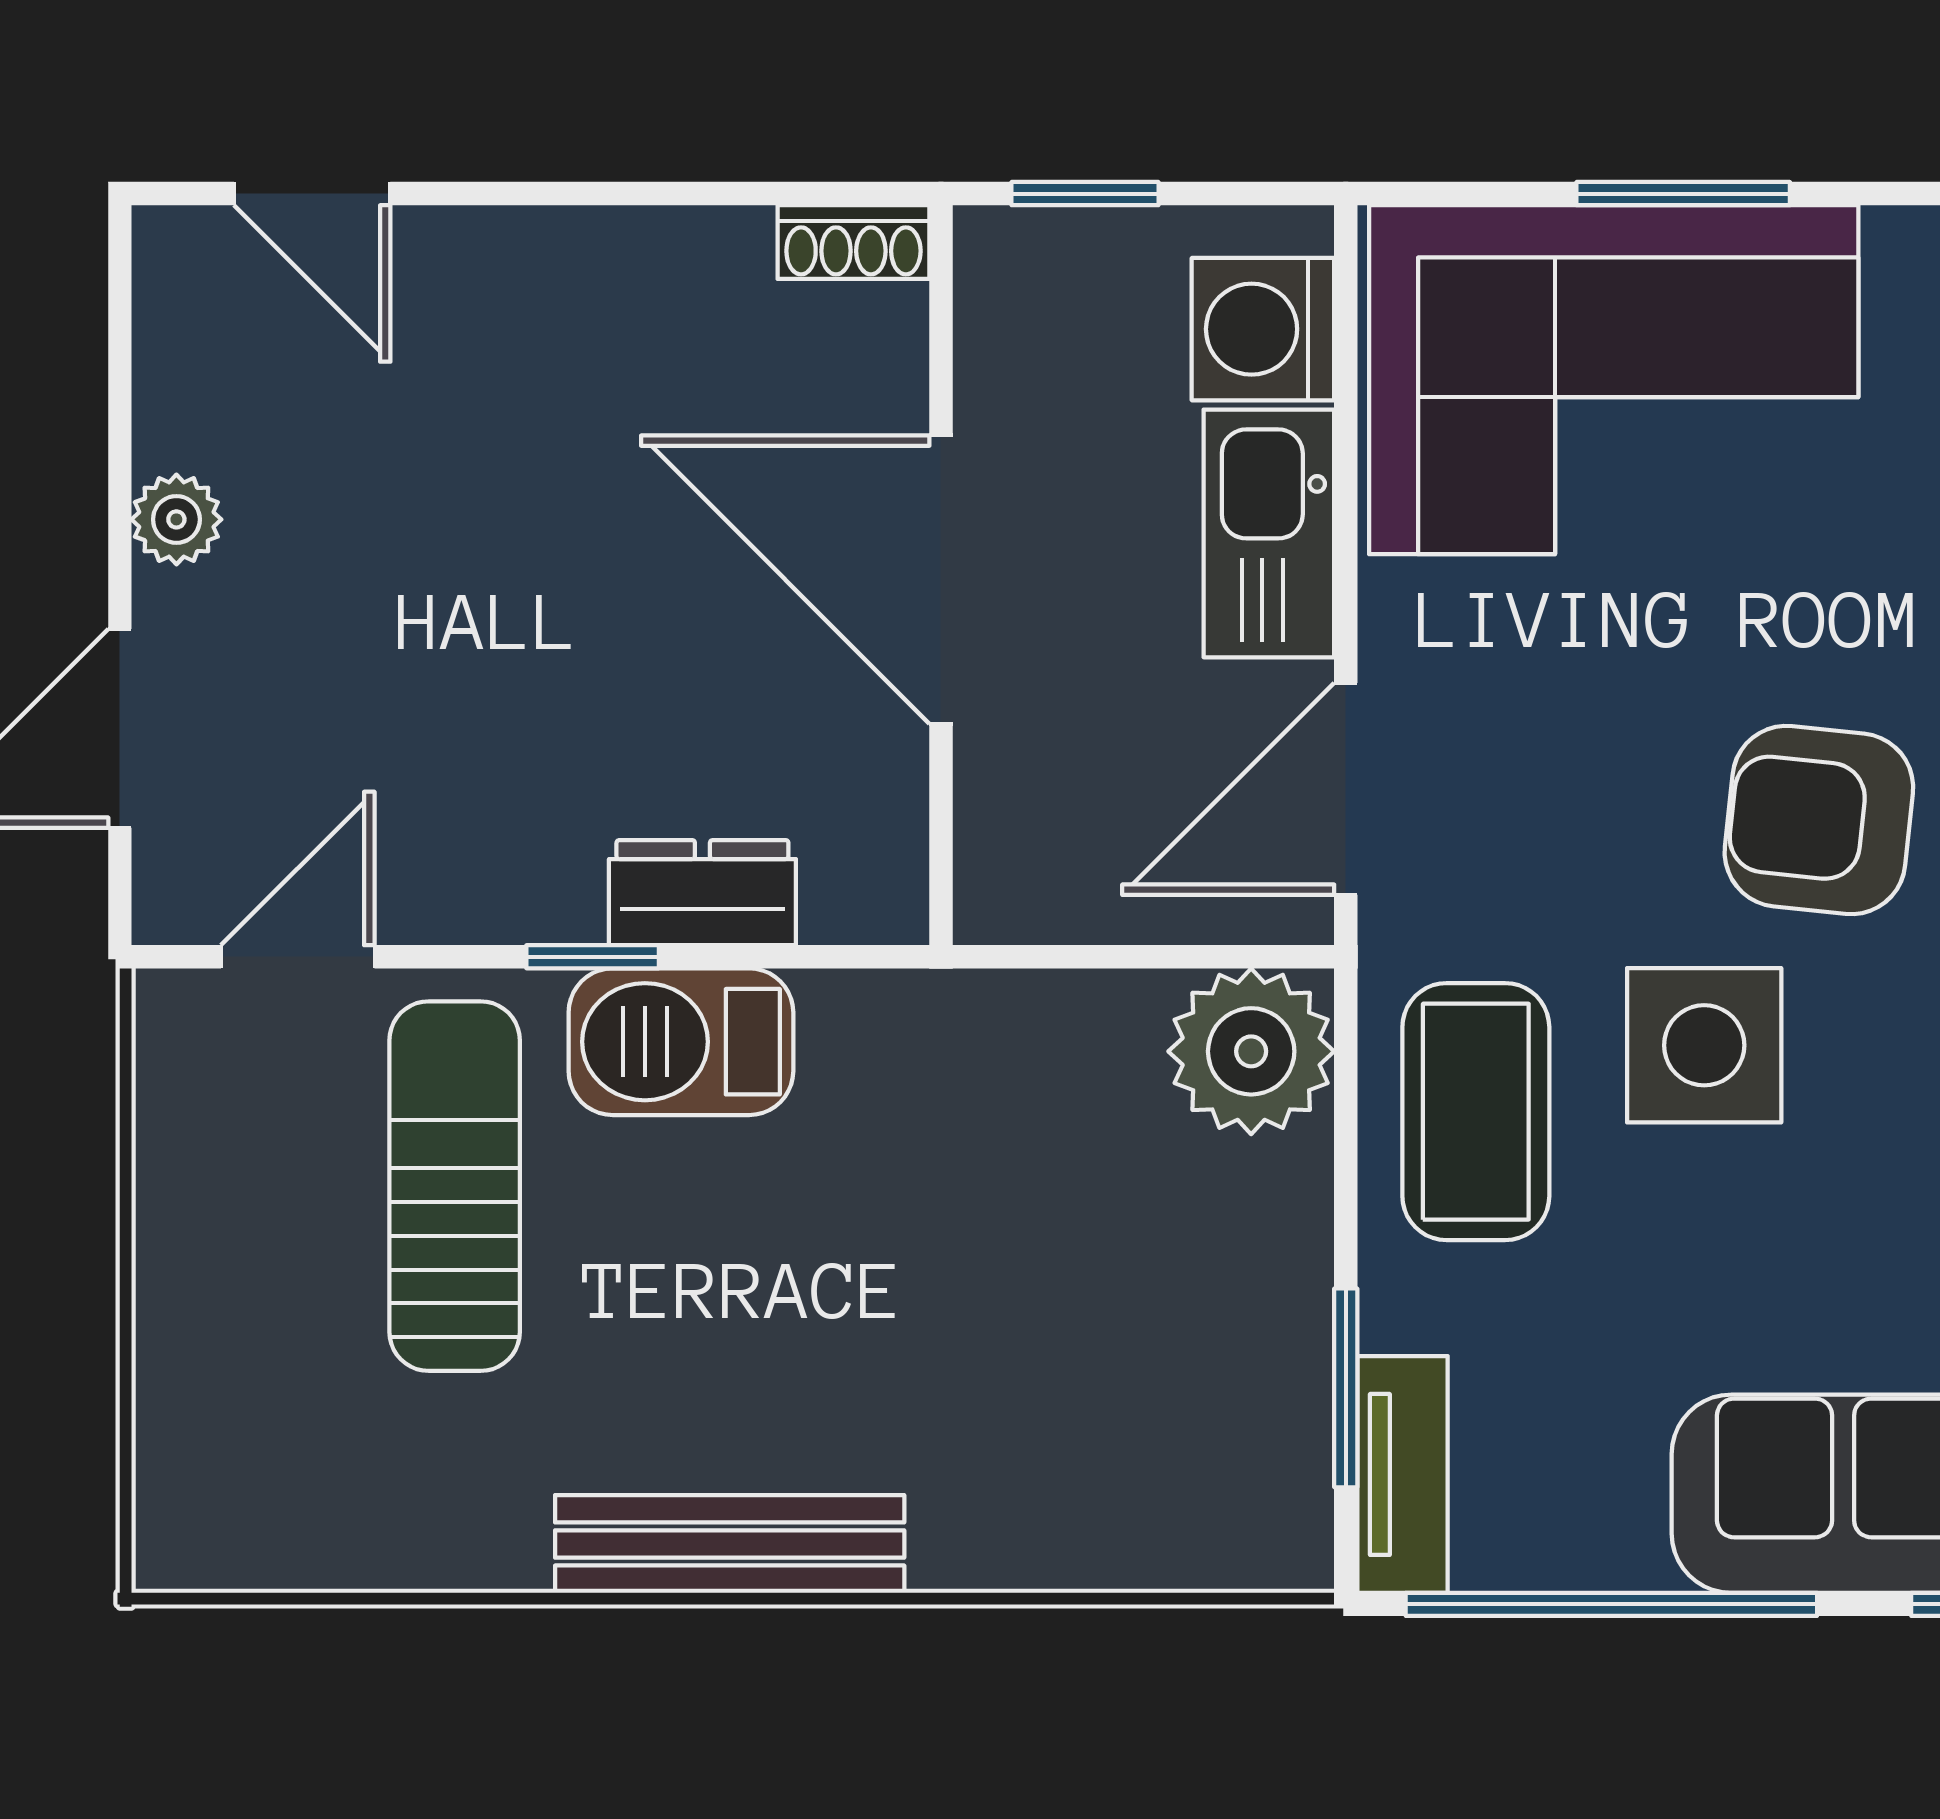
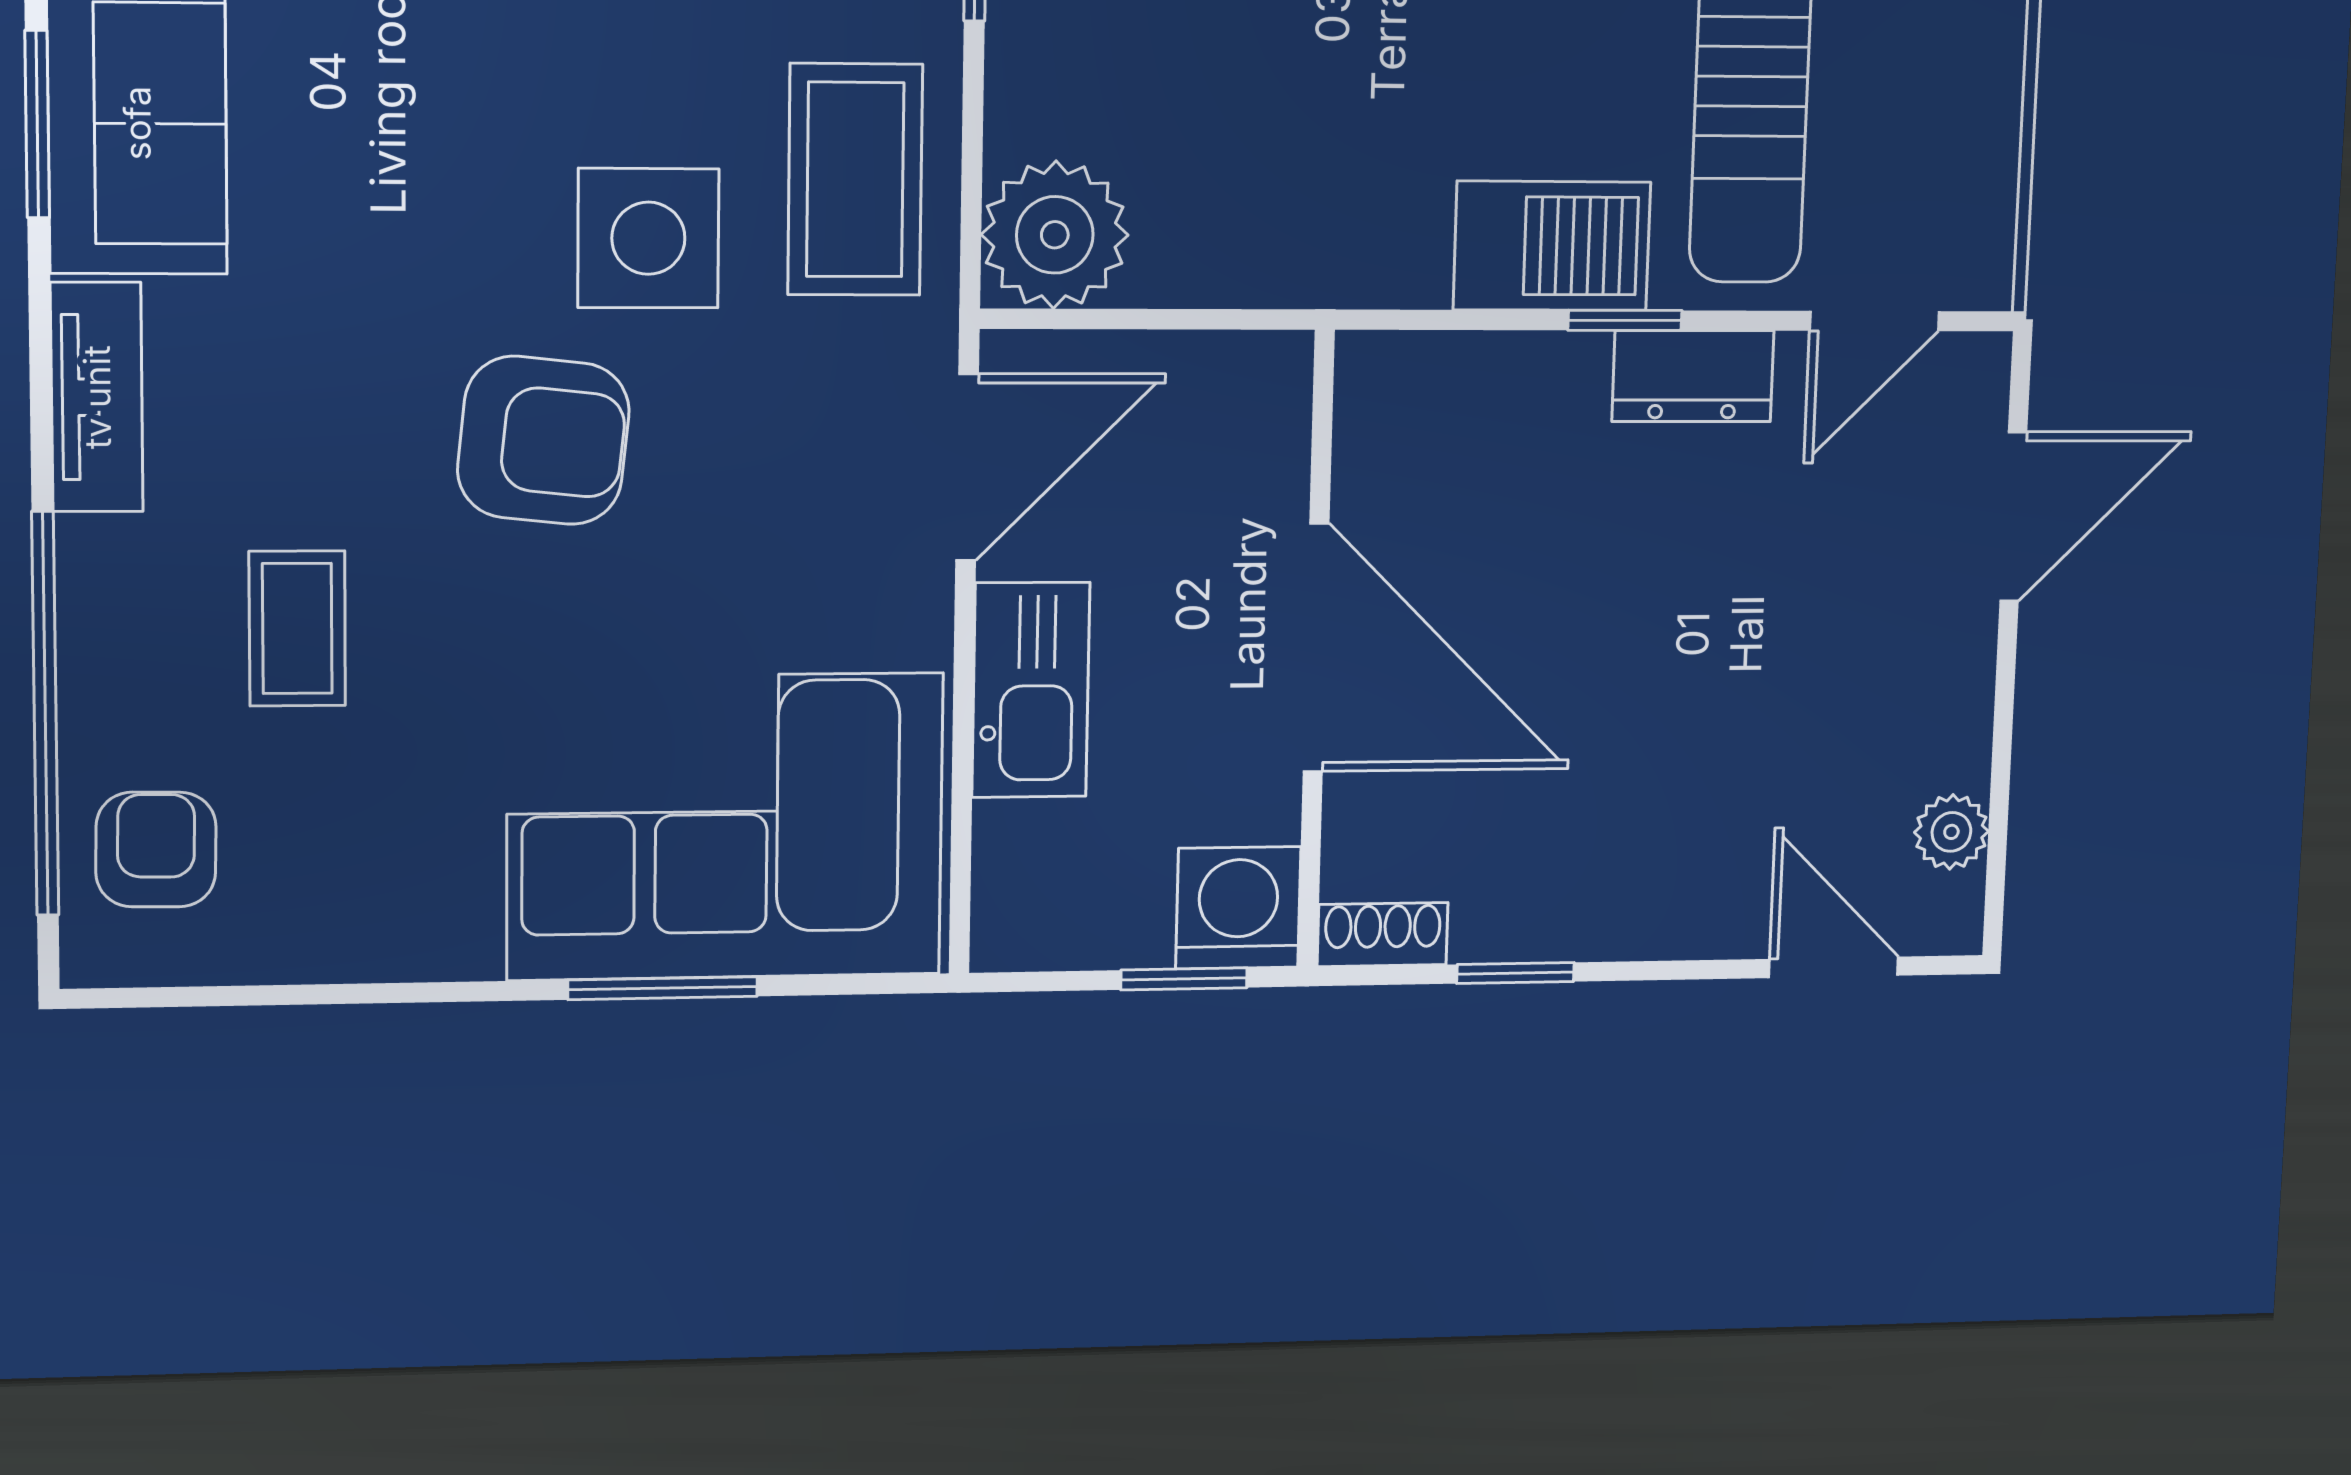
window: (695, 194) -> (1515, 973), added
washing machine: (1263, 329) -> (1238, 908), moved, turned -90
plant: (176, 519) -> (1951, 832), moved
dresser: (702, 893) -> (1693, 376), moved

